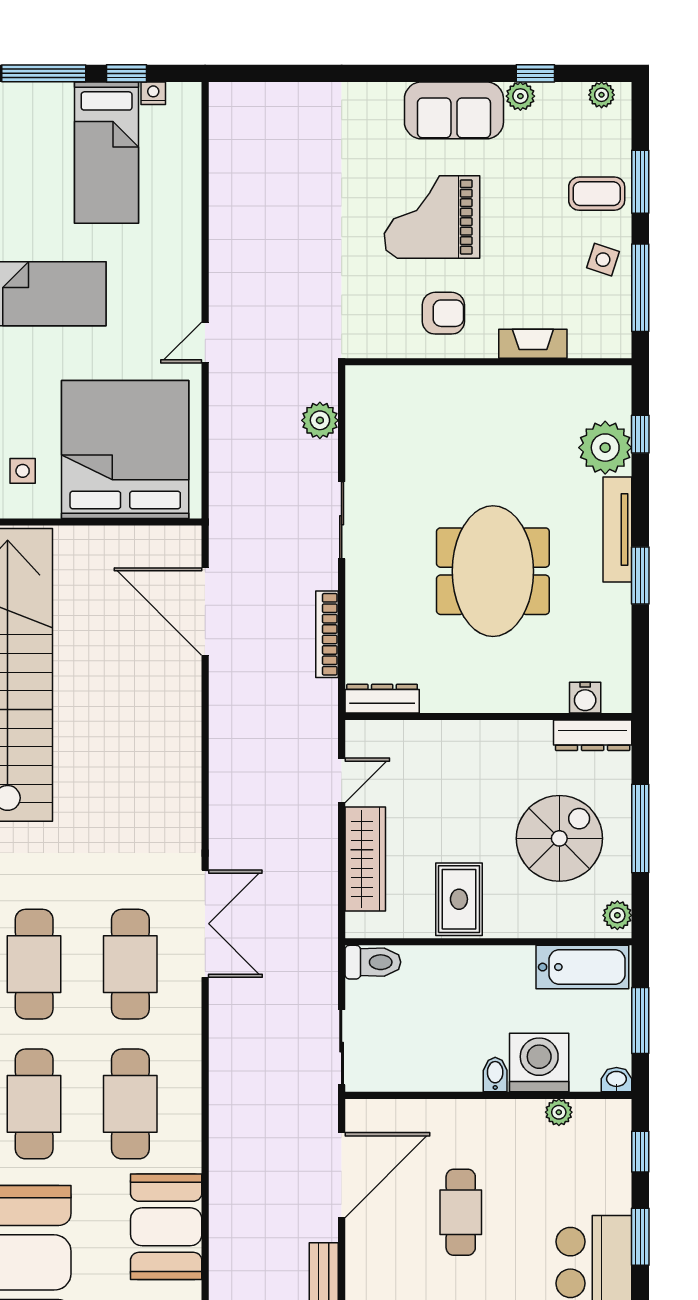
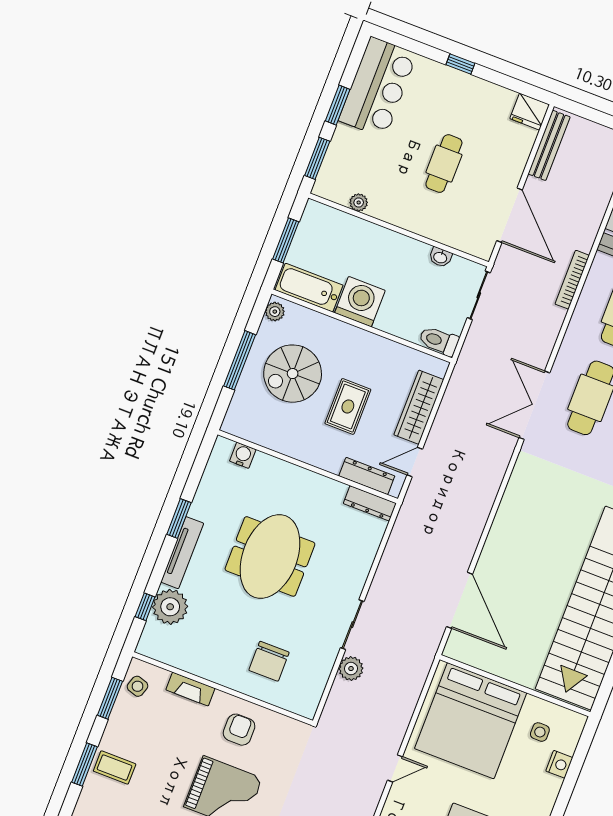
side table: (603, 260) -> (138, 686), moved
window: (640, 288) -> (110, 698), width x0.69
armchair: (443, 313) -> (239, 730), turned 90
plant: (320, 420) -> (351, 669), moved
chair: (438, 425) -> (269, 661), added
bookcase: (327, 634) -> (572, 280), moved, turned 180
dresser: (593, 735) -> (367, 476), moved
rug: (459, 899) -> (348, 406), moved
washing machine: (539, 1063) -> (360, 302), moved, turned 180
bidet: (495, 1075) -> (389, 241), removed
washbasin: (616, 1080) -> (440, 257), moved
window: (640, 1152) -> (317, 158), width x1.50
door: (342, 1175) -> (509, 215), swing flipped

